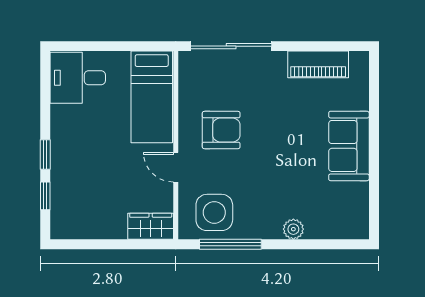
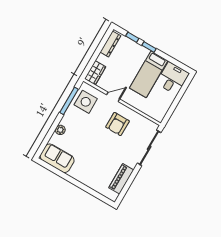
bed: (152, 97) -> (149, 74), moved, turned -90
sofa: (349, 146) -> (57, 158), moved
dresser: (81, 229) -> (110, 44), added

